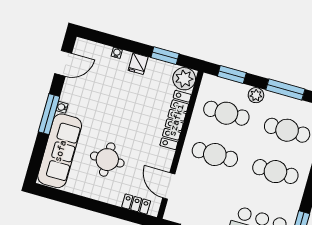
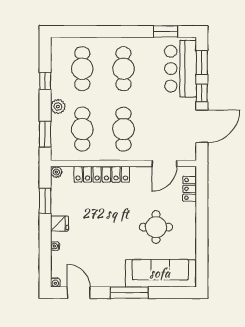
plant: (184, 79) -> (56, 172), width x0.53, depth x0.53
window: (285, 89) -> (45, 81), width x0.46
water cooler: (62, 107) -> (55, 283), moved

